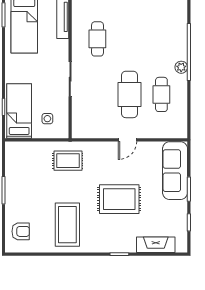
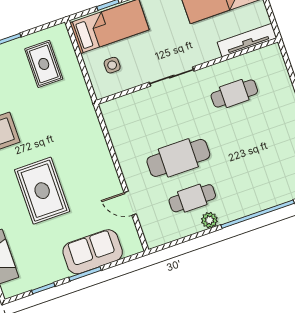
plant: (181, 67) -> (209, 220), moved
door: (127, 140) -> (130, 203), moved
rug: (68, 161) -> (44, 64), moved
sofa: (175, 171) -> (93, 252), width x0.73

